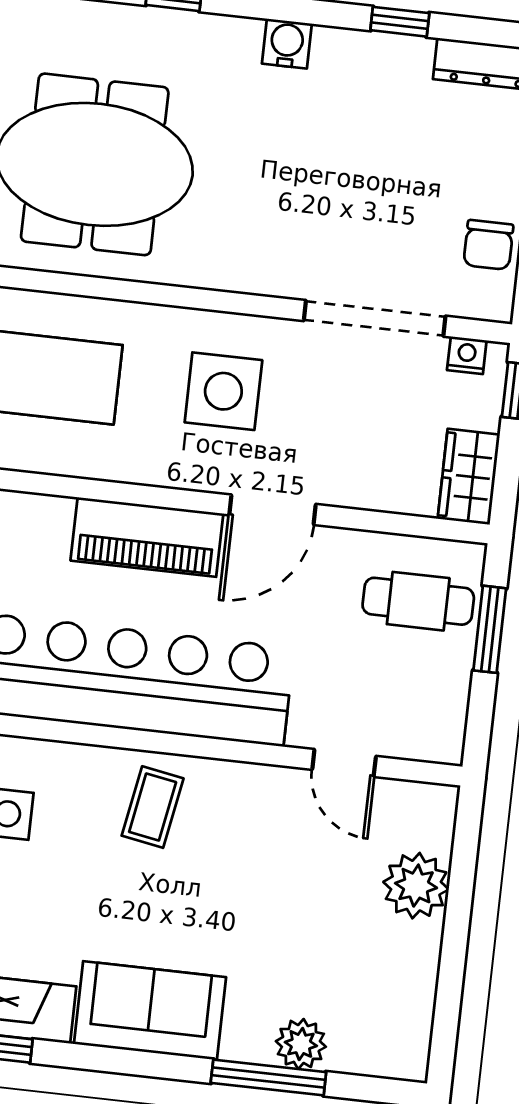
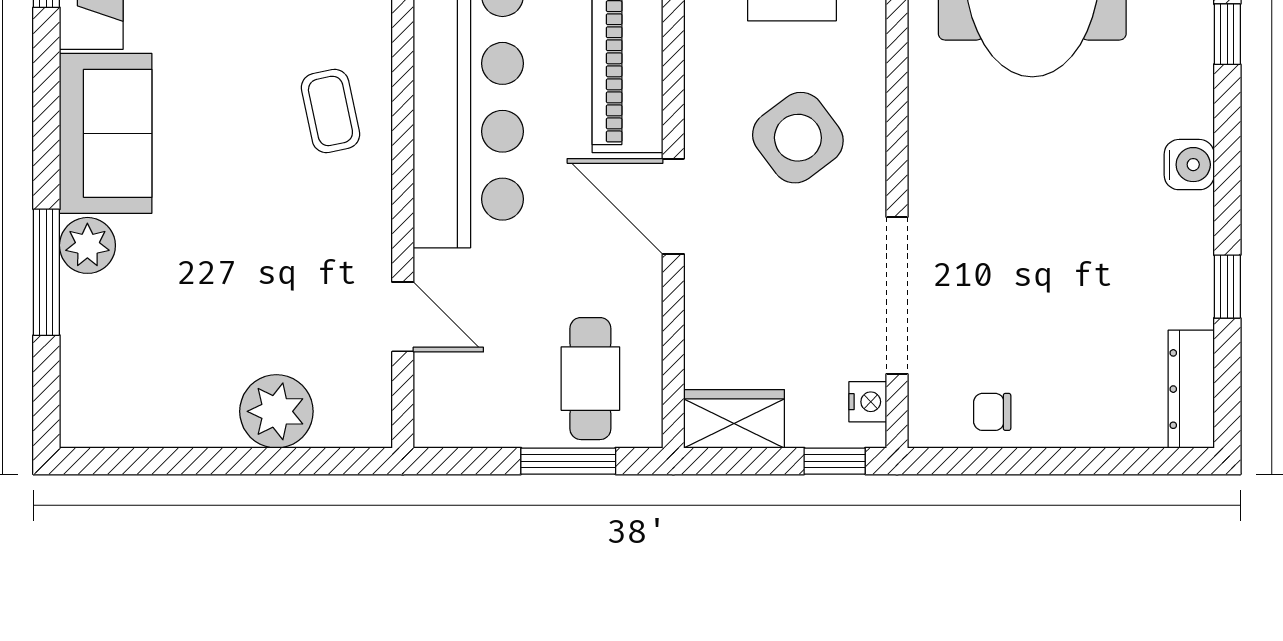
chair: (488, 245) -> (992, 412), width x0.73, depth x0.73
side table: (223, 391) -> (798, 138), turned -37
door: (344, 763) -> (403, 317), swing flipped
coffee table: (153, 807) -> (330, 111), turned 68
plant: (301, 1044) -> (87, 245), moved

